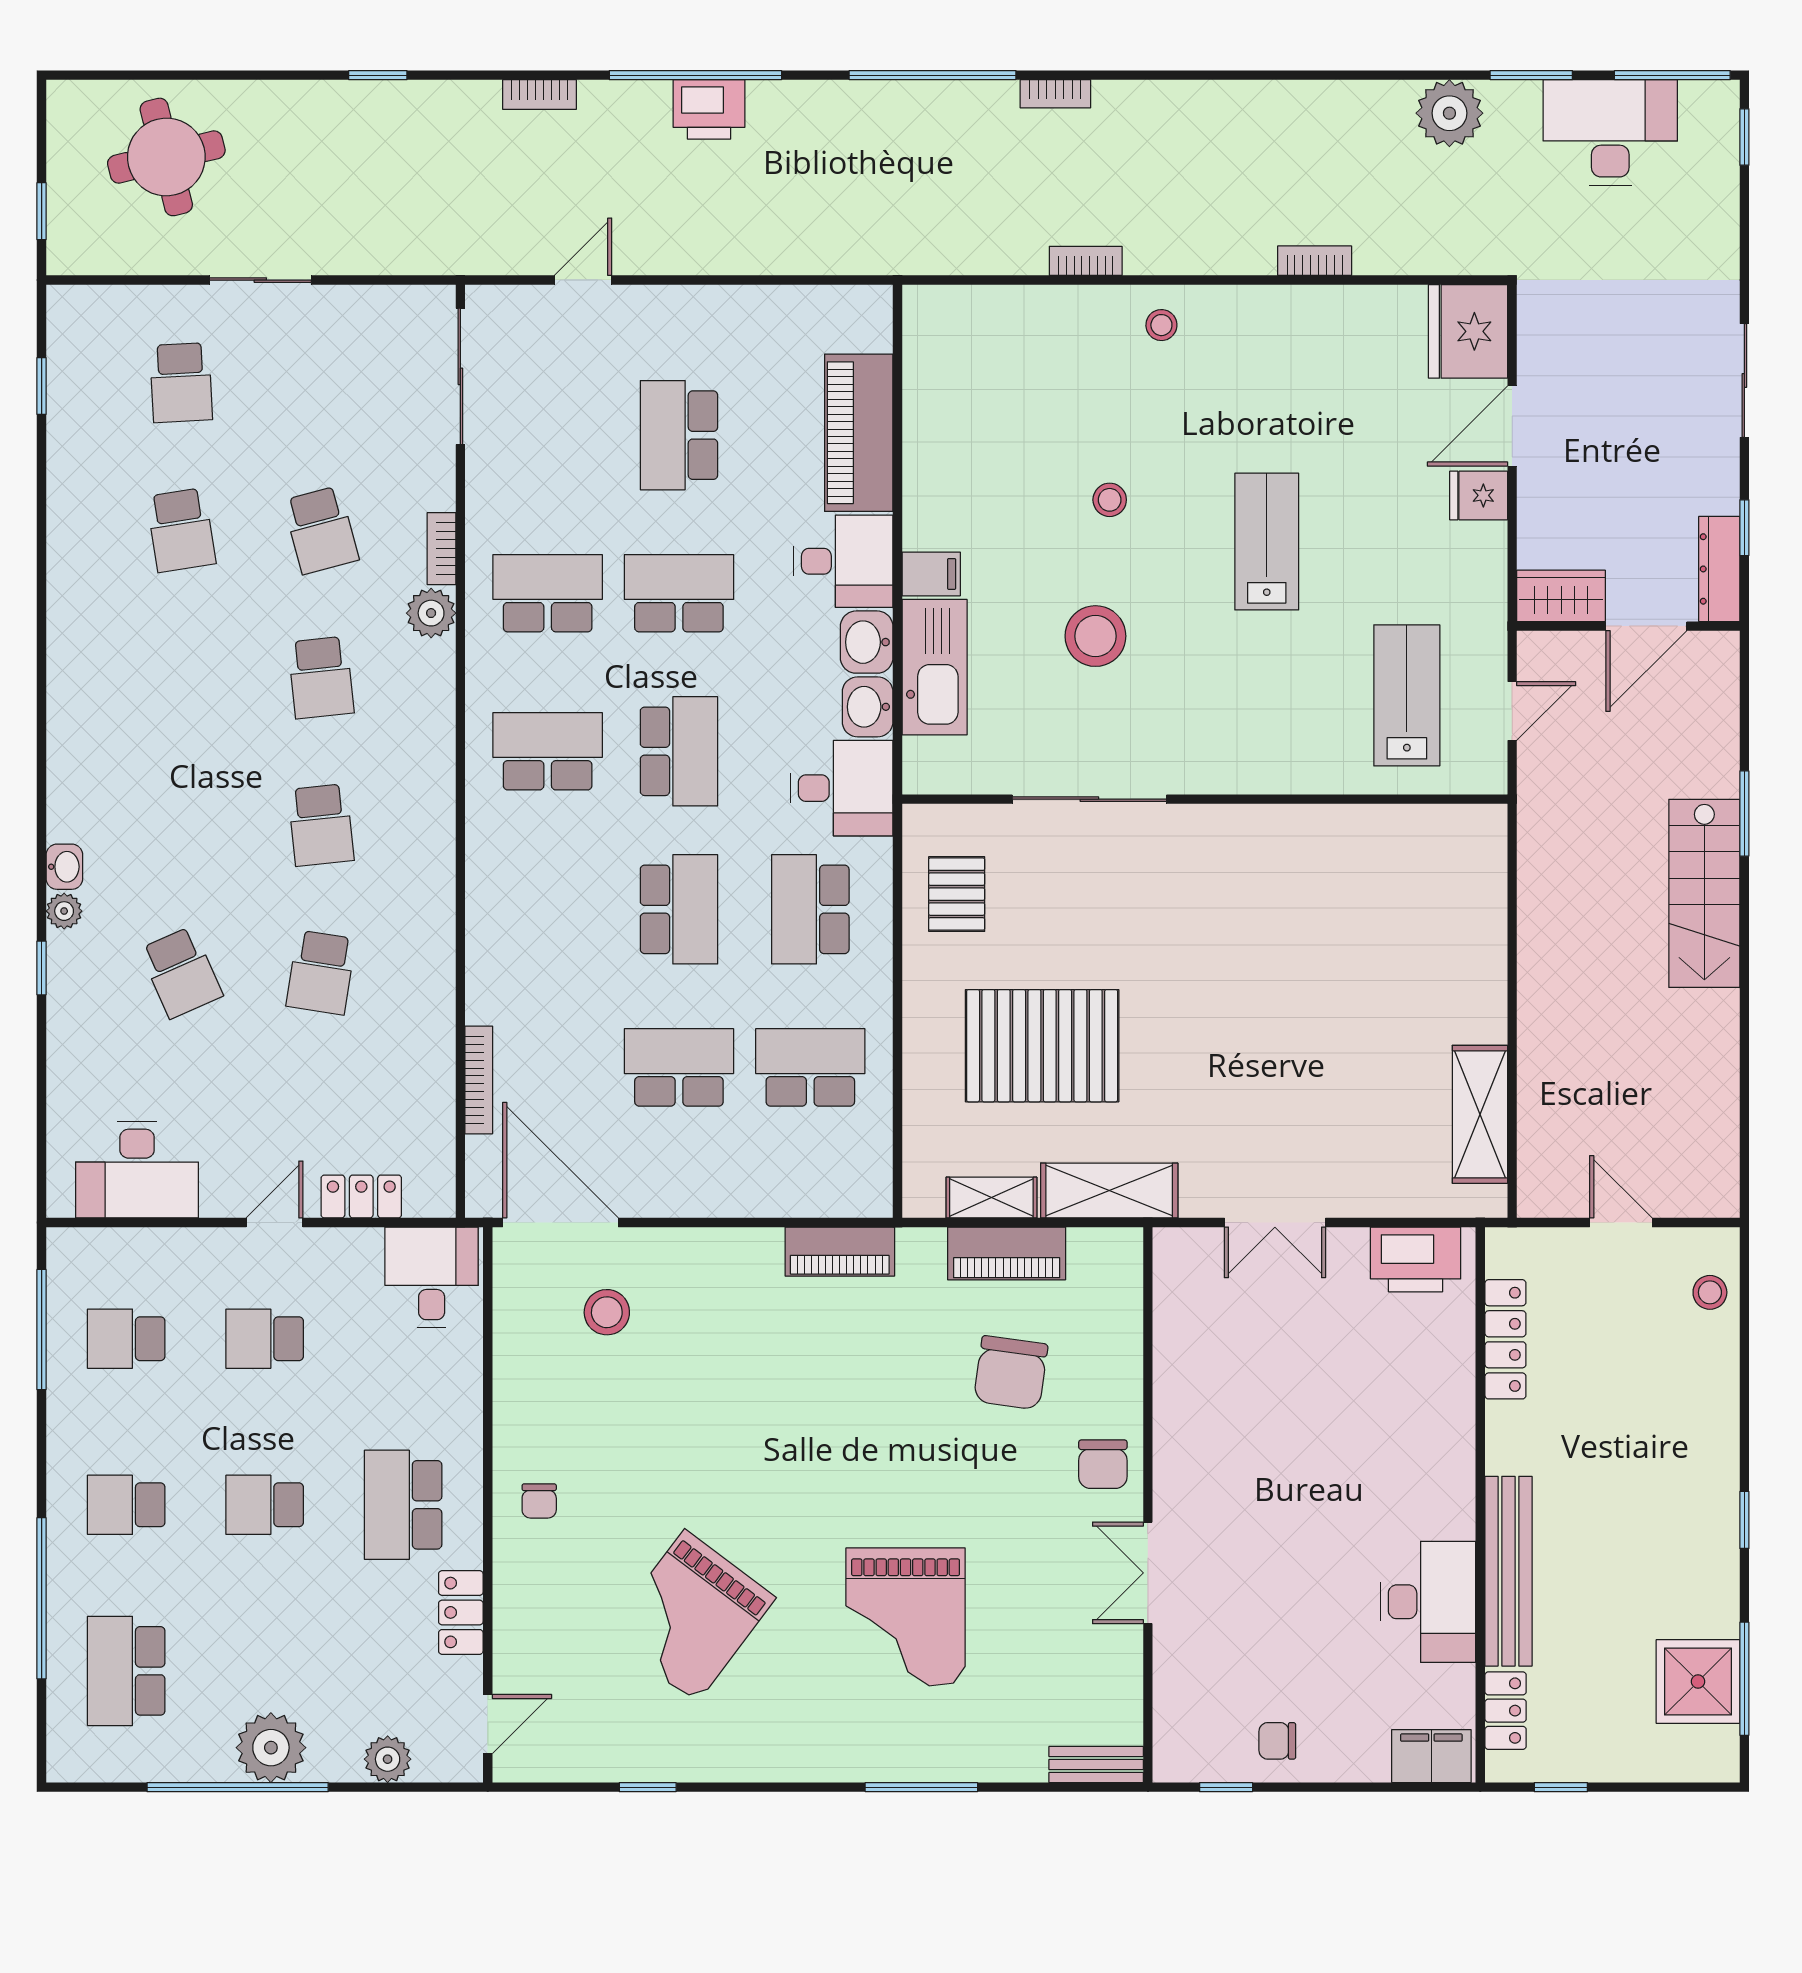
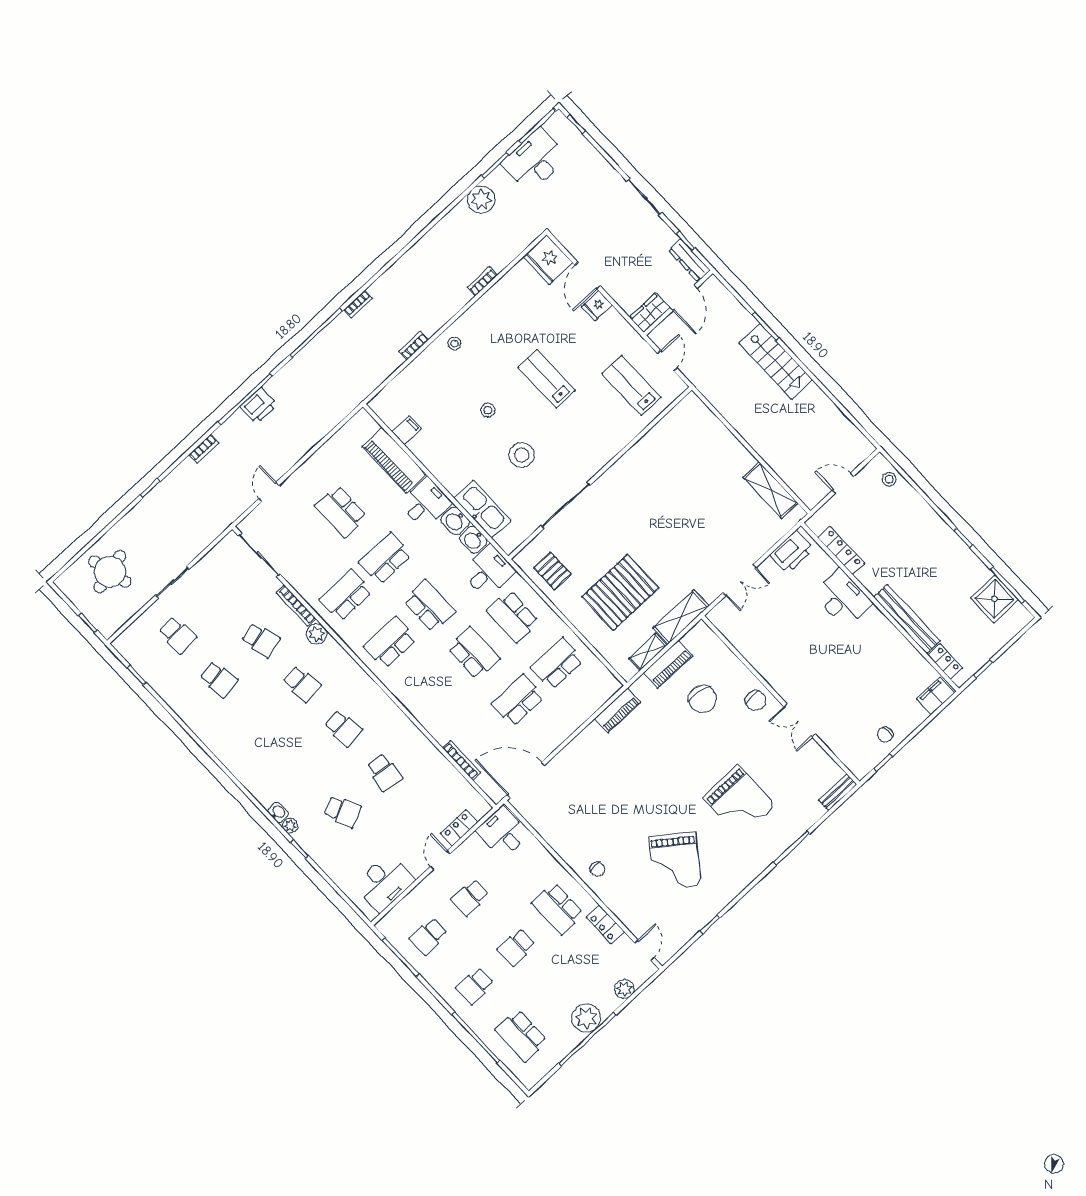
bookcase: (441, 549) -> (296, 606), width x1.56
filing cabinet: (931, 574) -> (407, 430), moved
stool: (607, 1312) -> (565, 794), removed
desk: (1428, 1602) -> (843, 598), moved

